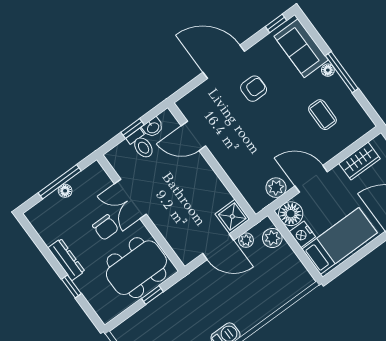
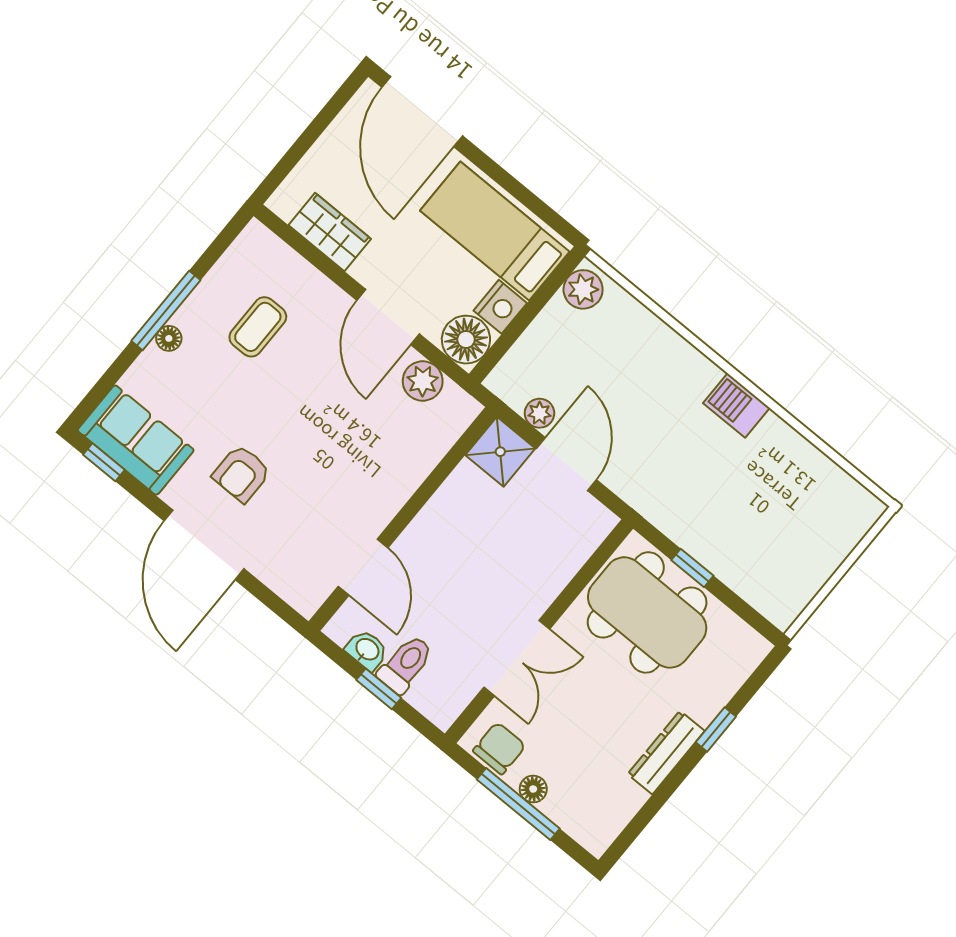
sofa: (301, 48) -> (136, 440), moved, turned -90
armchair: (254, 89) -> (241, 474), turned -90
chair: (106, 227) -> (499, 748), moved
plant: (272, 238) -> (583, 289), moved

